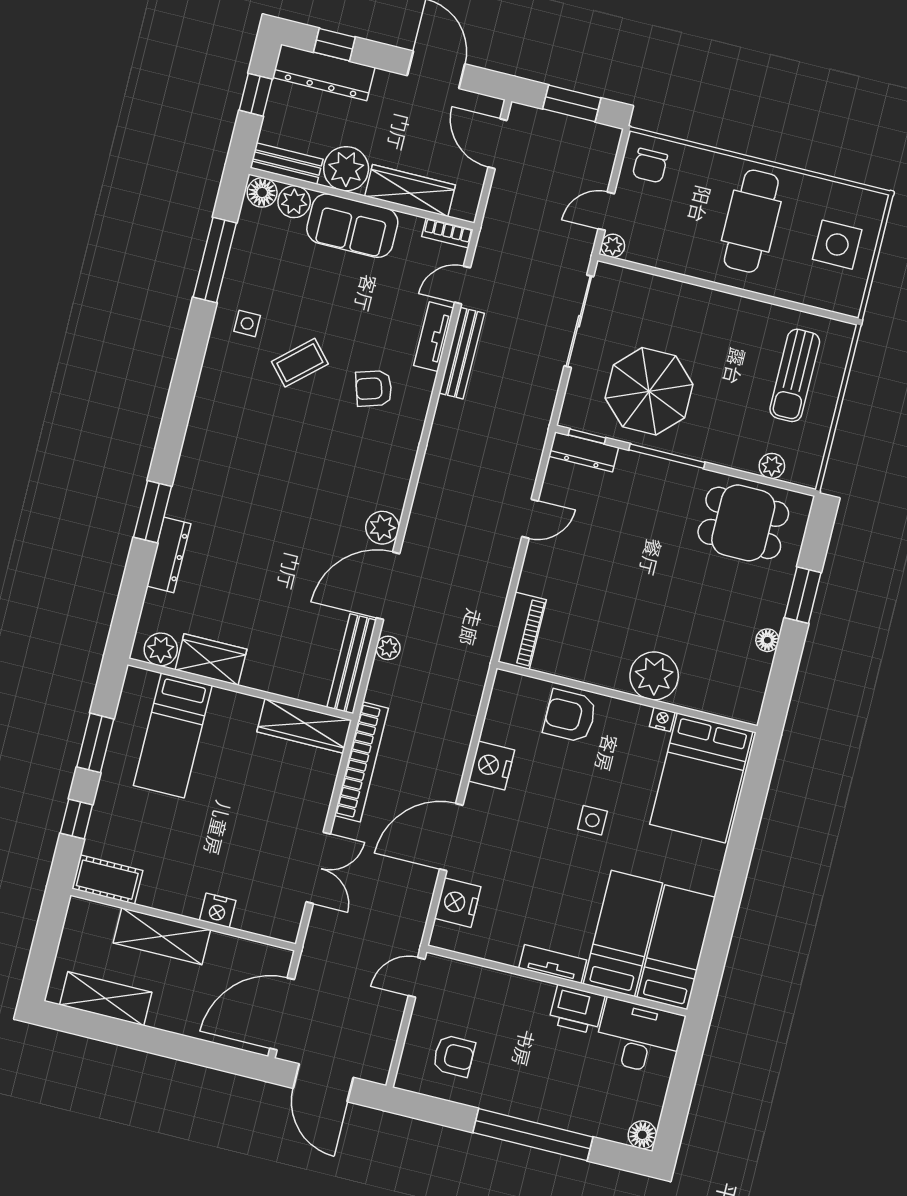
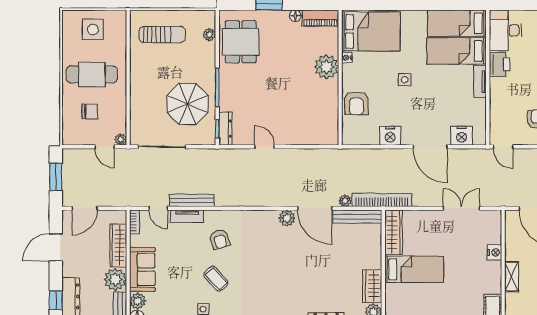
chair: (650, 166) -> (90, 111), moved
piano: (522, 631) -> (320, 18), moved, turned 180
bed: (173, 735) -> (414, 269), moved
bookcase: (361, 762) -> (382, 200), moved
shelving: (162, 936) -> (512, 277), width x0.67, depth x0.75

